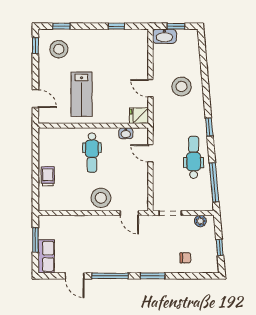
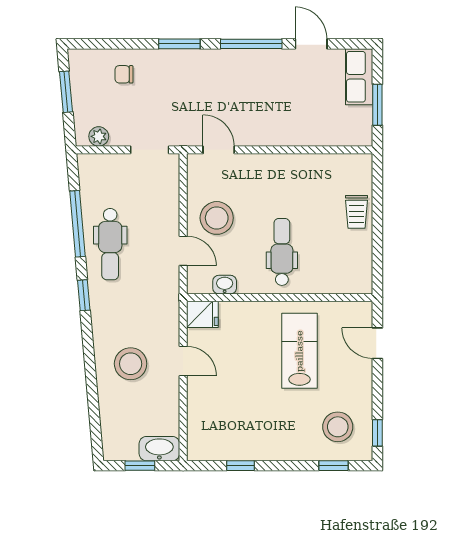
window: (214, 182) -> (78, 224), moved
stool: (101, 198) -> (217, 218), moved
window: (220, 247) -> (66, 92), width x1.50

